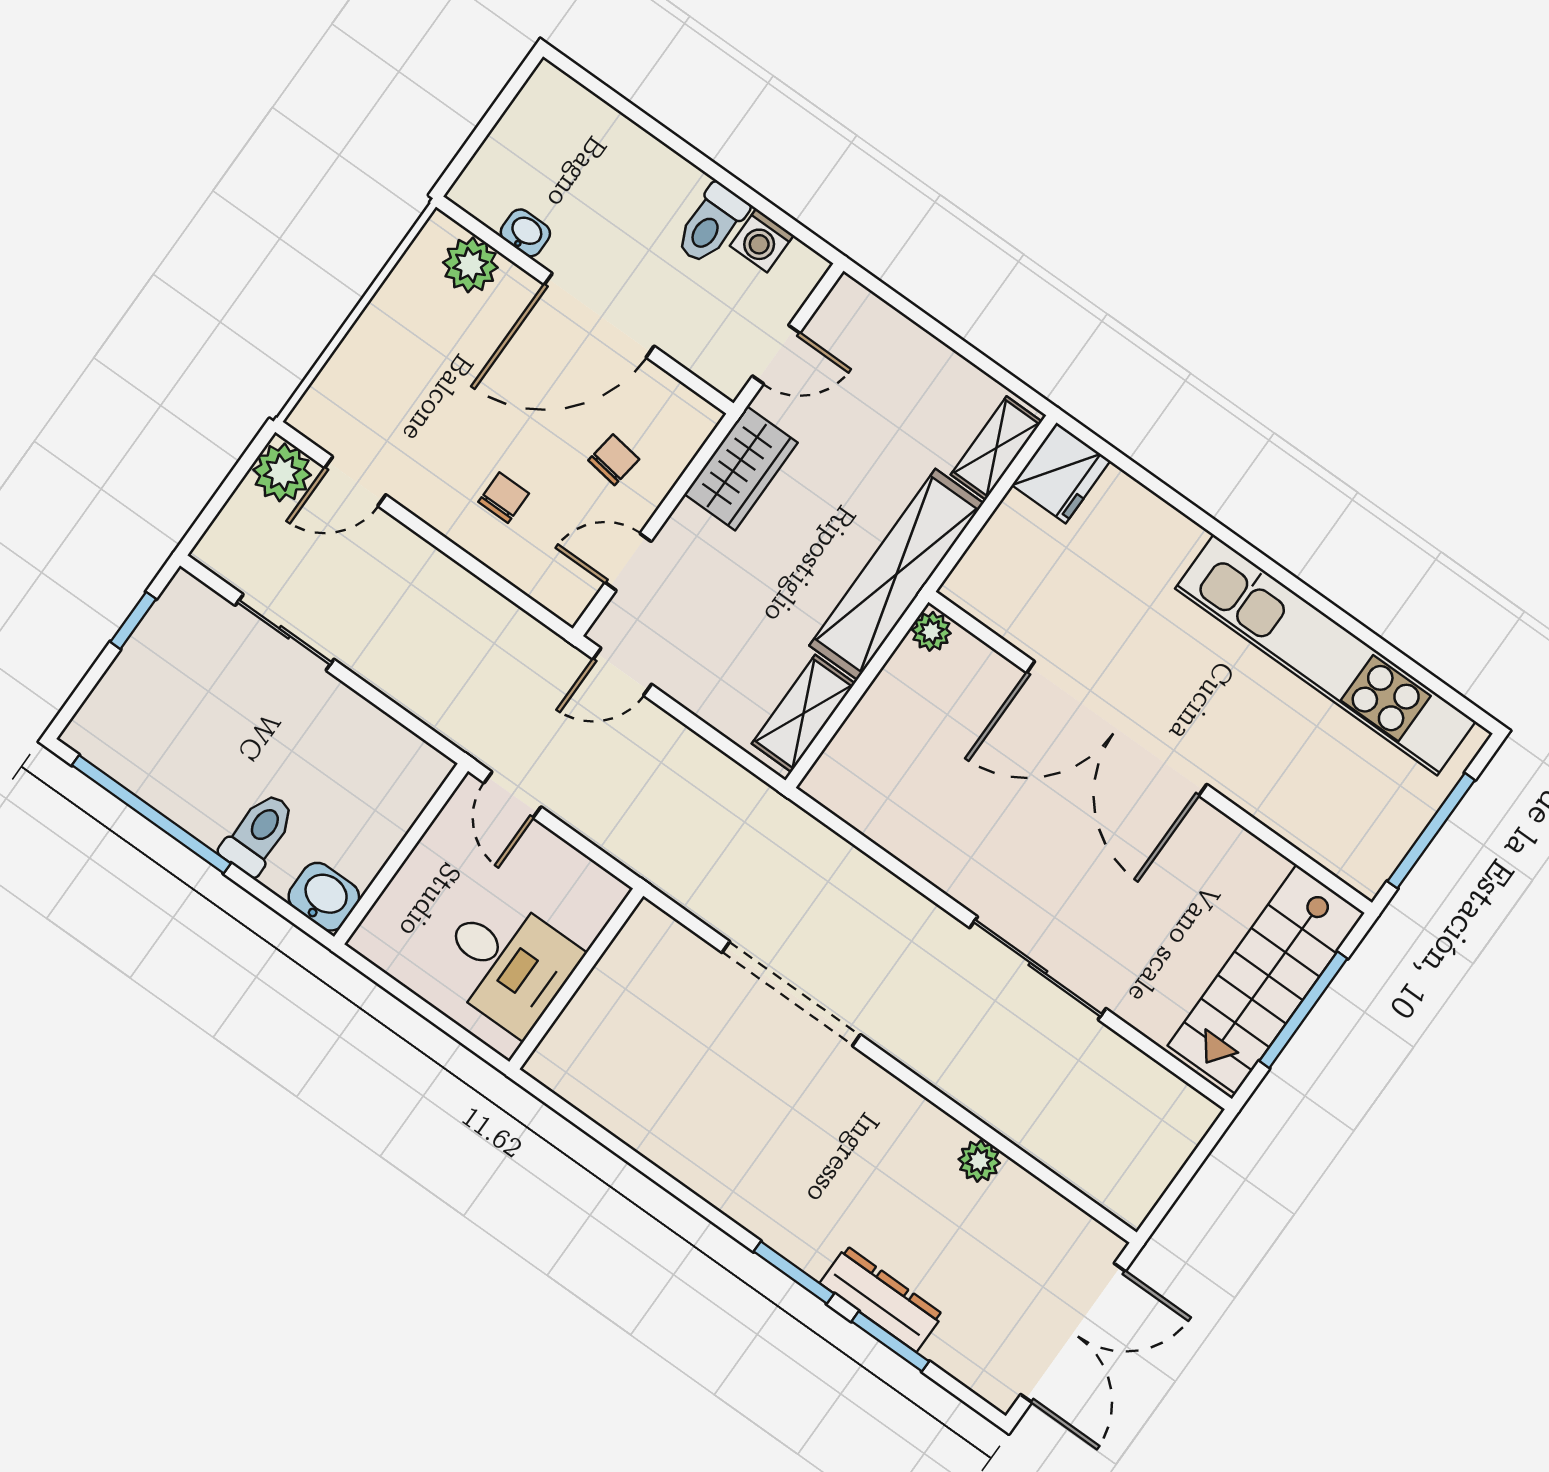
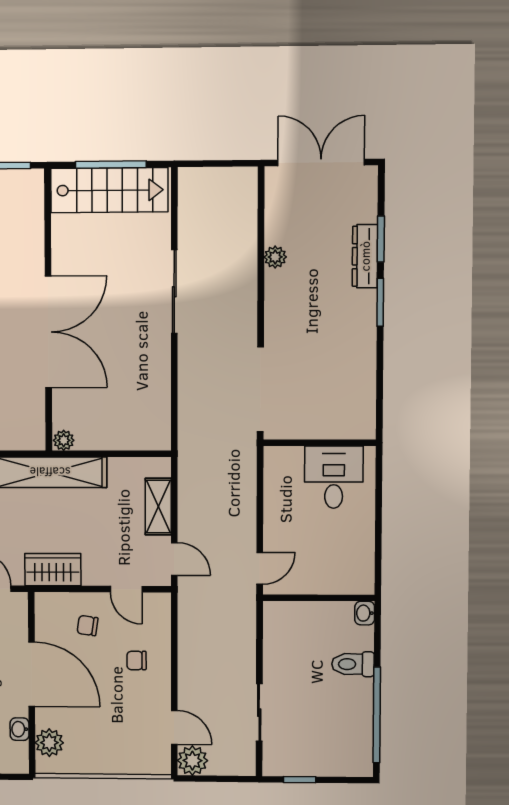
shelving: (803, 714) -> (158, 507), moved, turned 90
washbasin: (324, 897) -> (365, 613), width x0.72, depth x0.69
desk: (507, 963) -> (334, 477), moved
wall: (576, 979) -> (320, 443), moved

